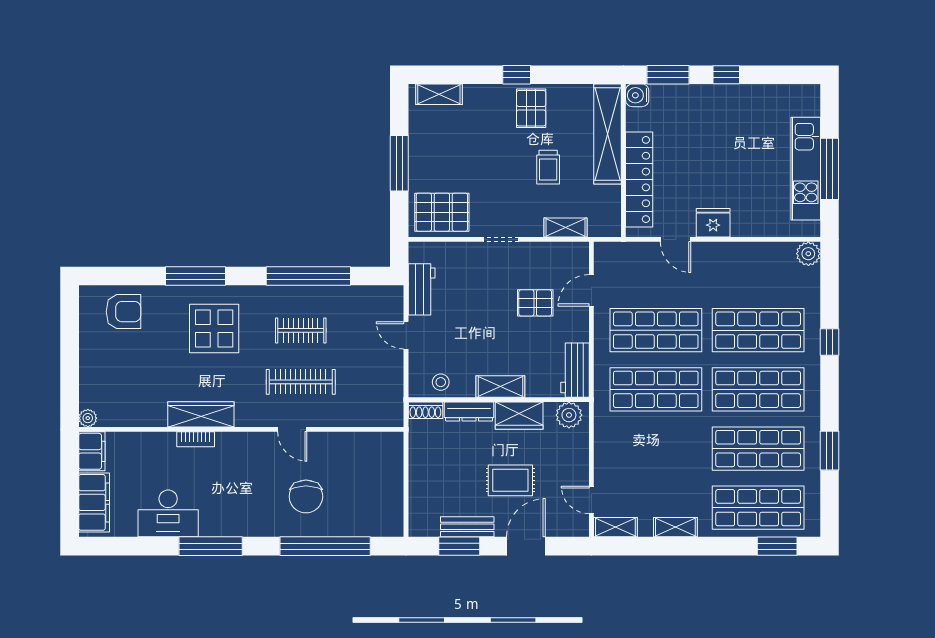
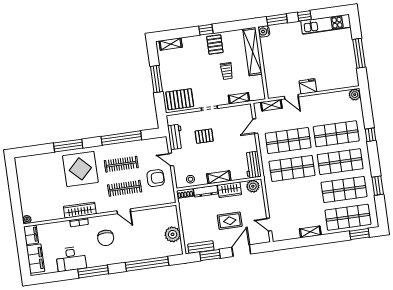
kitchen unit: (806, 169) -> (326, 24), moved, turned -90
locker: (639, 179) -> (270, 71), removed
pallet: (535, 303) -> (204, 136), moved
armchair: (123, 312) -> (156, 178), moved
display table: (214, 329) -> (80, 169), width x1.36, depth x1.36
clothes rail: (301, 330) -> (121, 164), width x1.36
plant: (387, 492) -> (173, 234), added
chair: (306, 496) -> (106, 238), moved
bench: (467, 527) -> (201, 247), moved
shelving: (615, 527) -> (271, 105), moved

